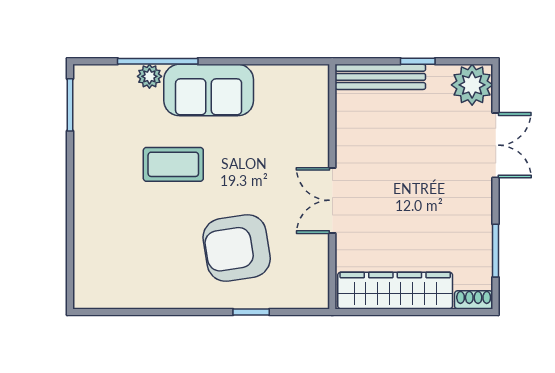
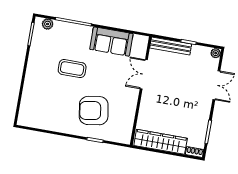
plant: (149, 76) -> (48, 24), moved
plant: (472, 85) -> (216, 53), width x0.53, depth x0.53
sofa: (209, 90) -> (111, 42), moved
double door: (332, 200) -> (144, 74), moved

